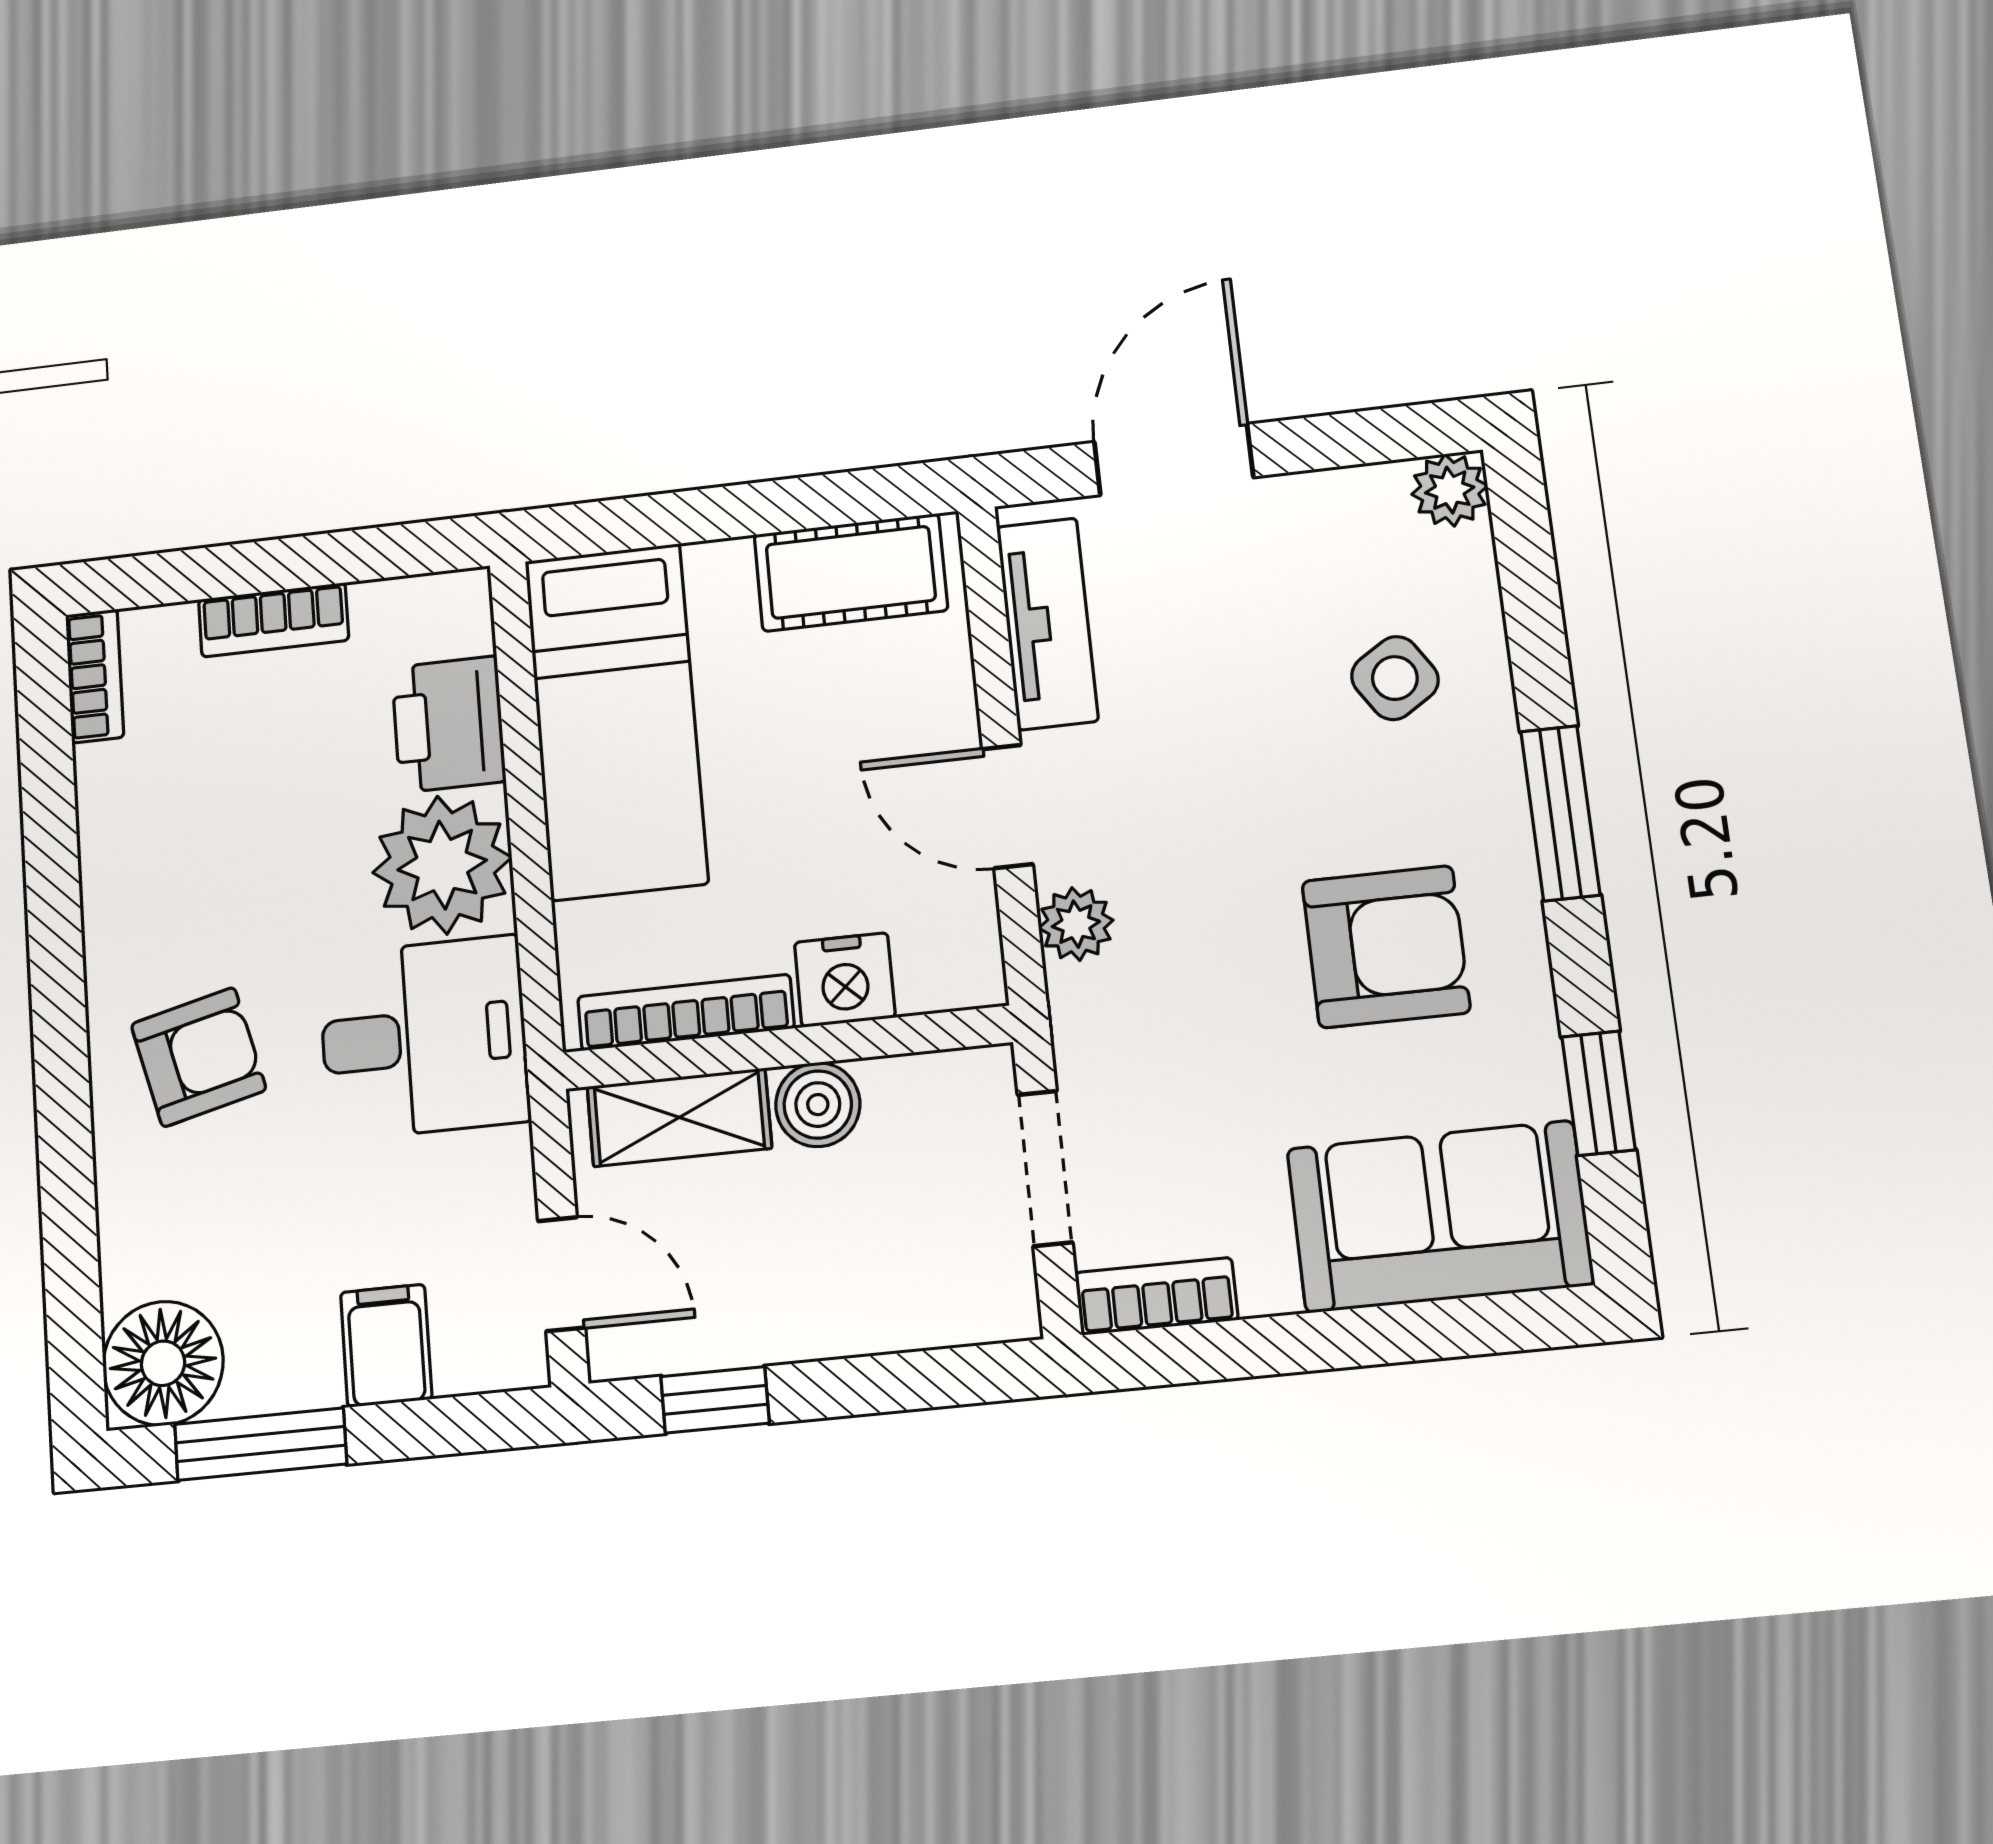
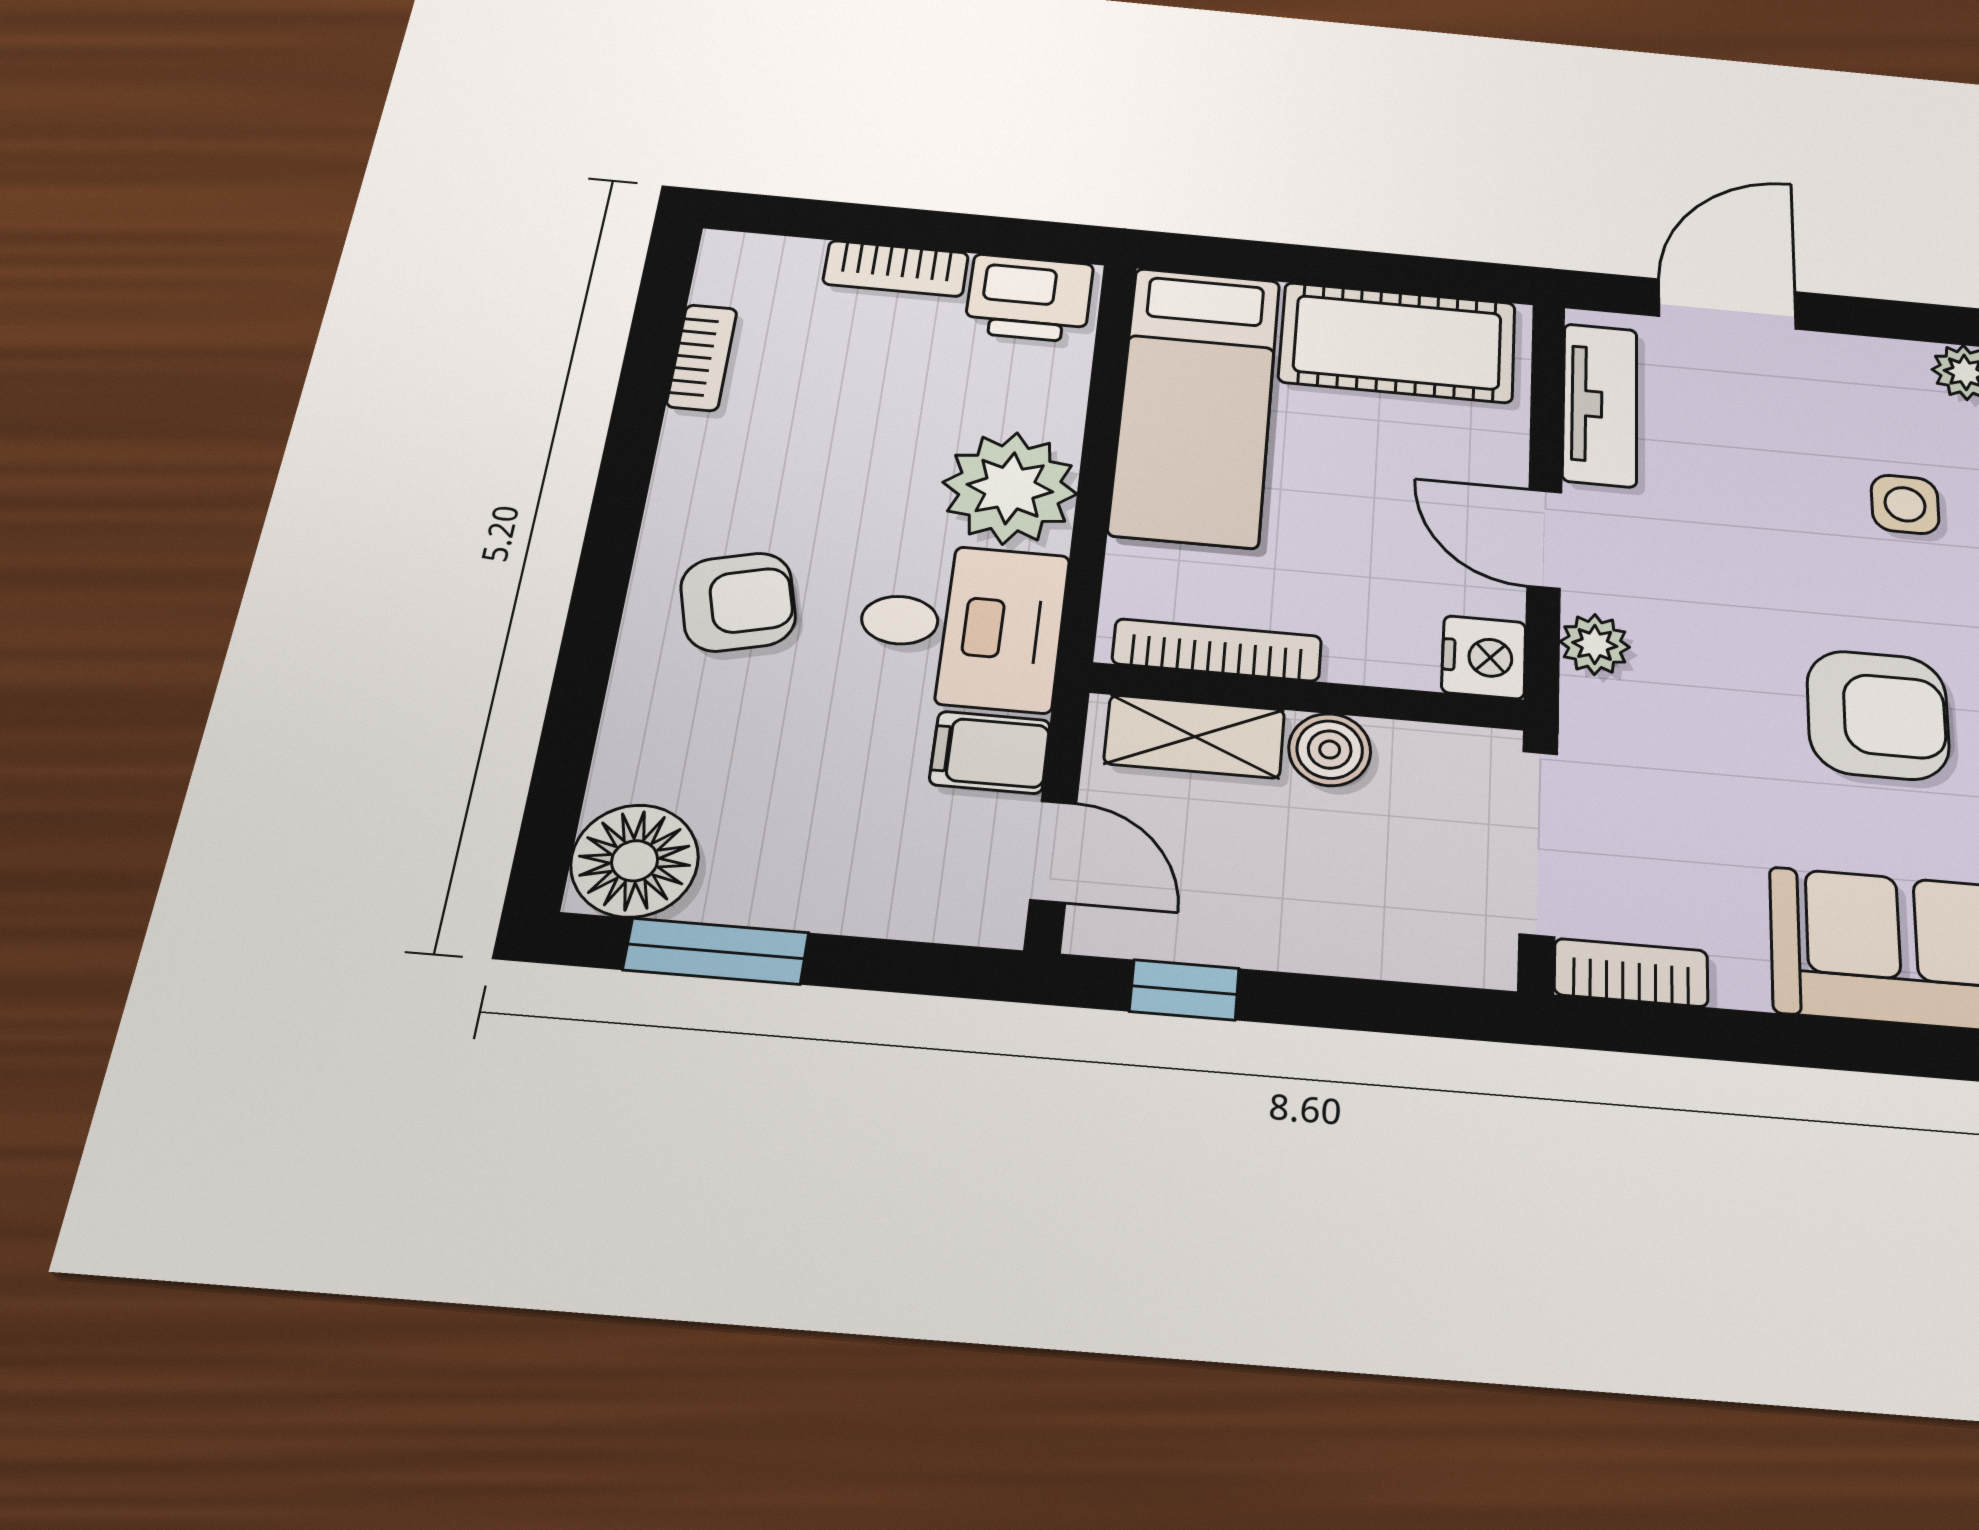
cot: (851, 572) -> (1398, 342), width x1.37, depth x1.34
bookcase: (95, 676) -> (702, 357), moved
side table: (1395, 678) -> (1905, 504), turned 33
printer: (449, 724) -> (1029, 298), moved, turned -90
nightstand: (845, 980) -> (1484, 657), moved, turned -90
doorway: (1045, 1168) -> (1539, 842), width x1.38
filing cabinet: (386, 1346) -> (990, 752), moved, turned -90

